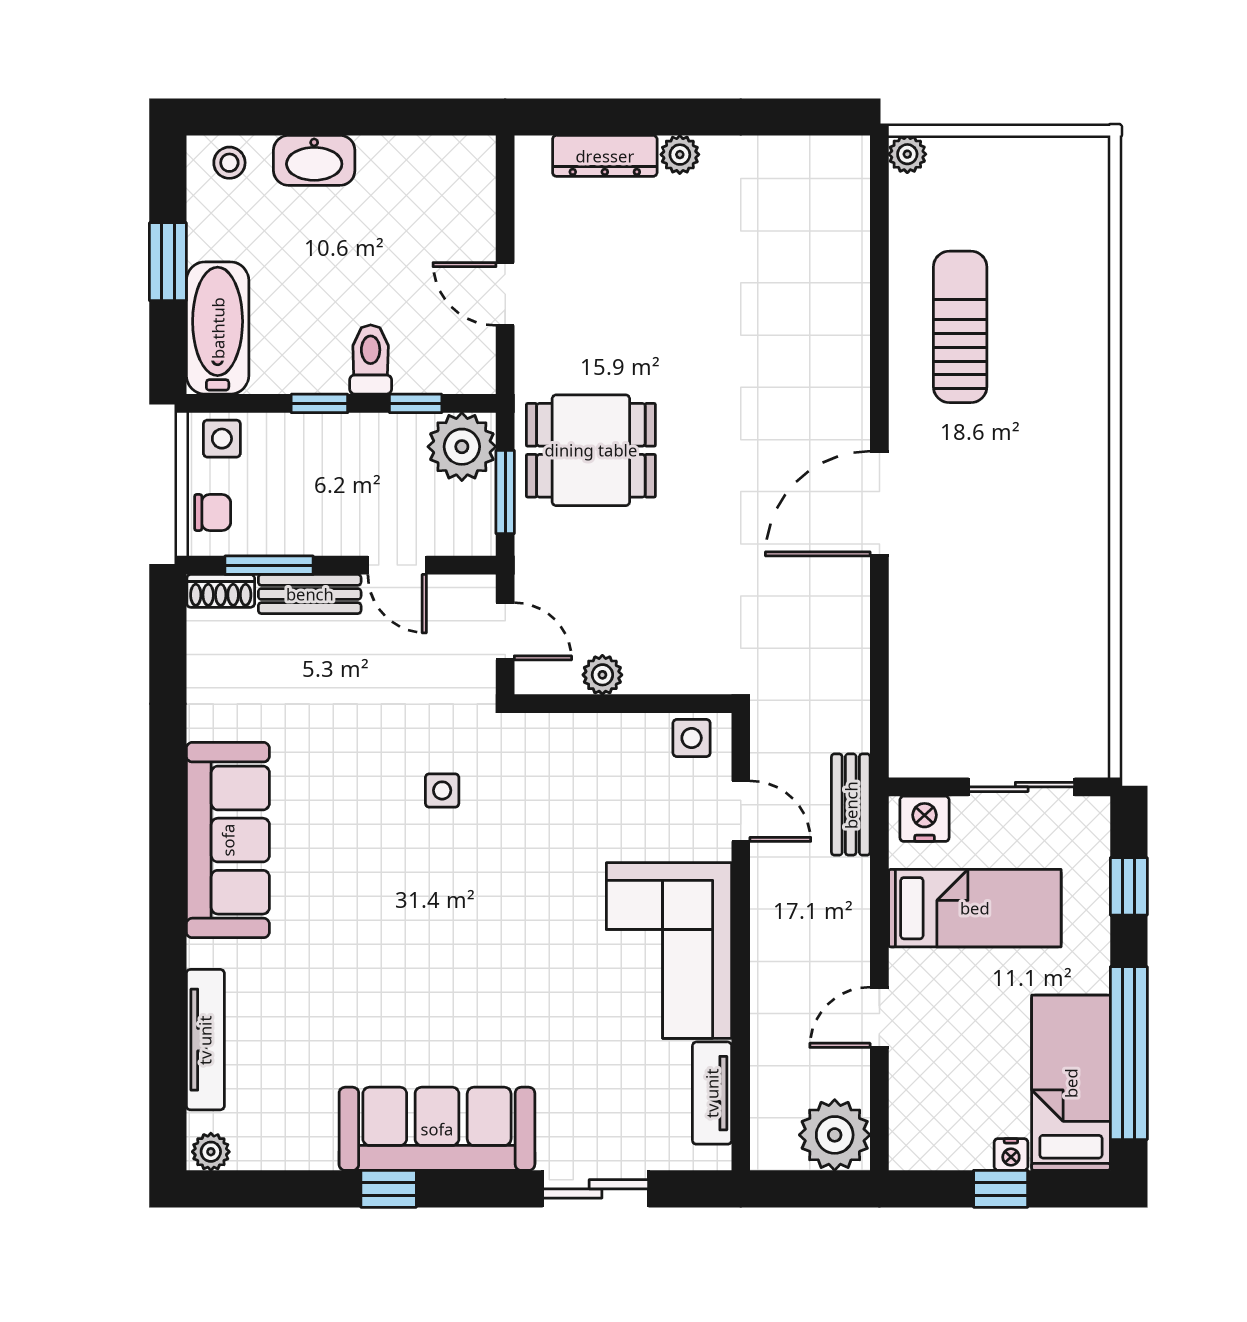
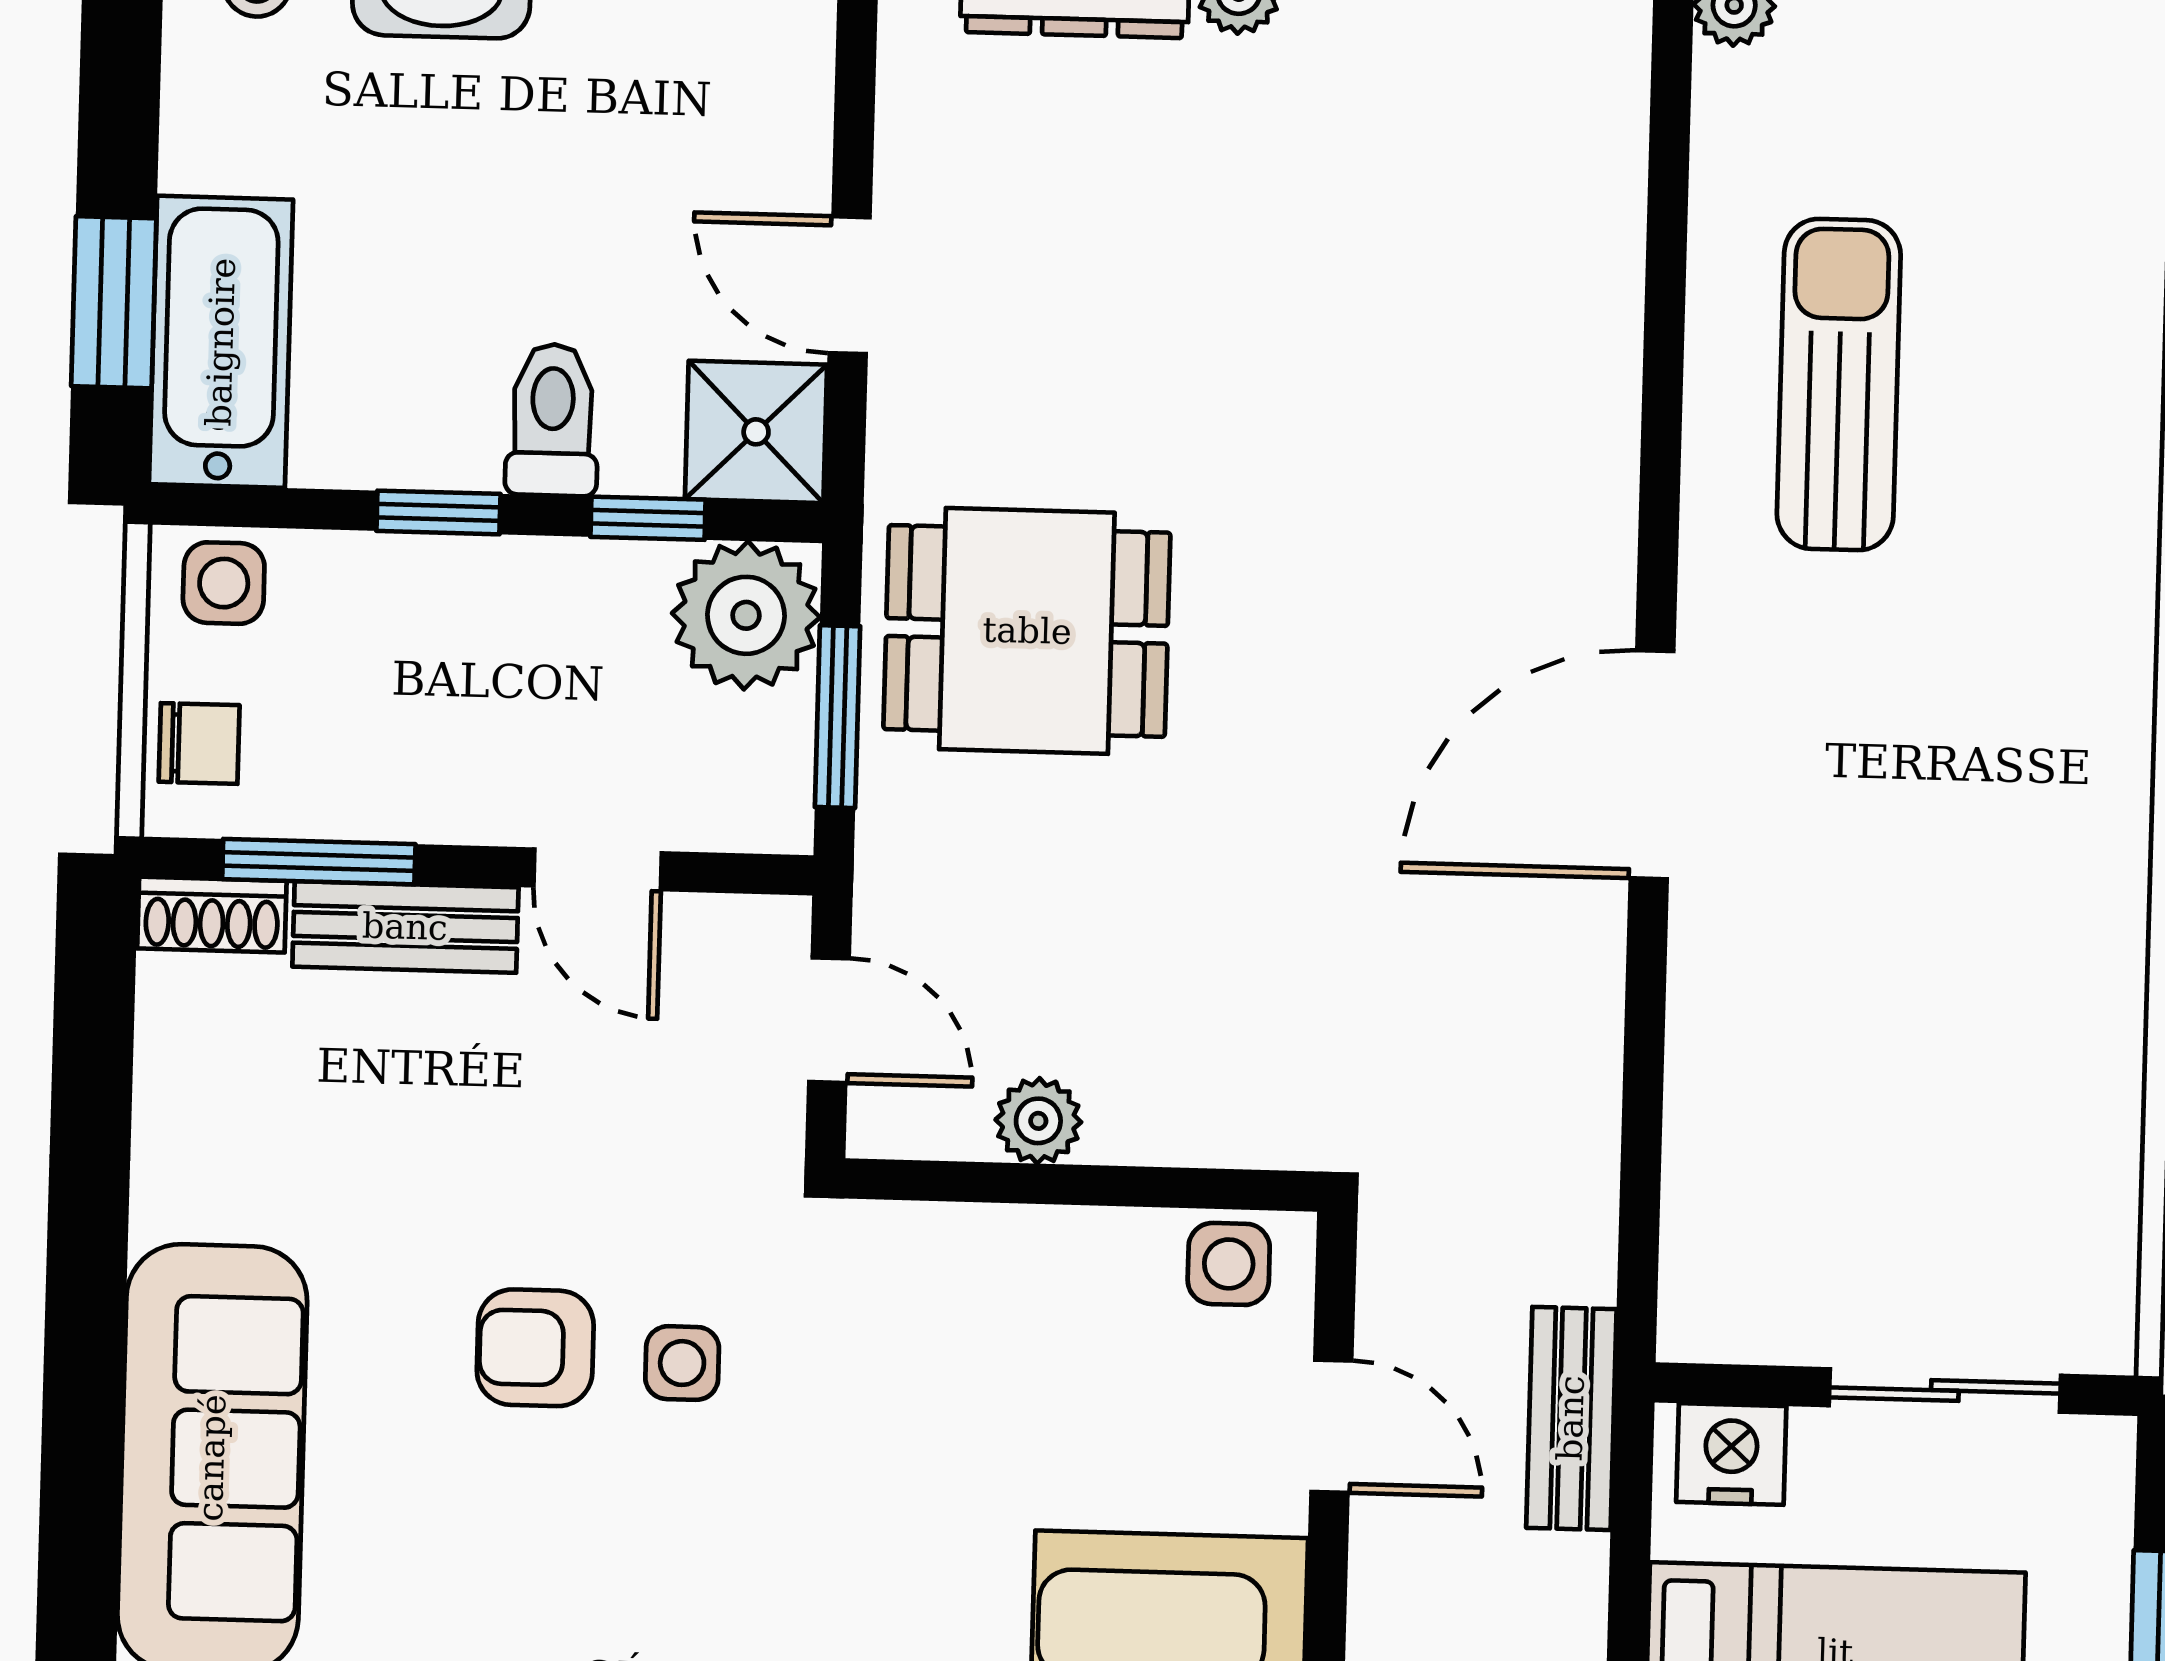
window: (168, 262) -> (114, 302), moved
shower: (464, 362) -> (756, 432), added
armchair: (375, 785) -> (535, 1348), added

